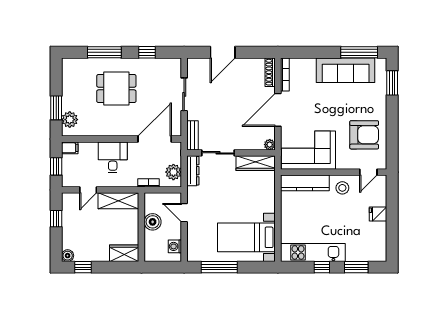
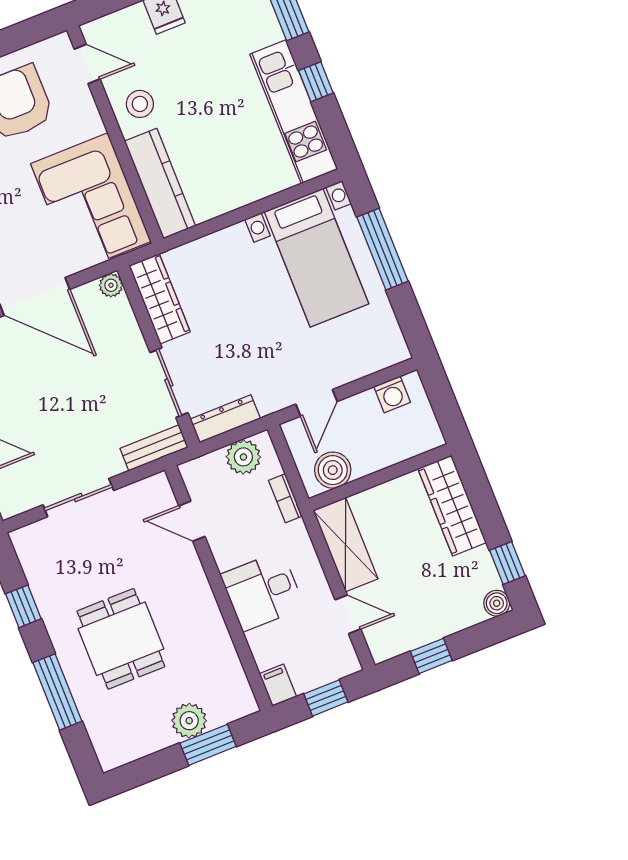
plant: (70, 120) -> (189, 721), moved
door: (155, 139) -> (192, 521), width x0.53
boiler: (153, 222) -> (333, 470), moved
wardrobe: (124, 253) -> (452, 506), width x1.50
window: (219, 267) -> (382, 249), moved

